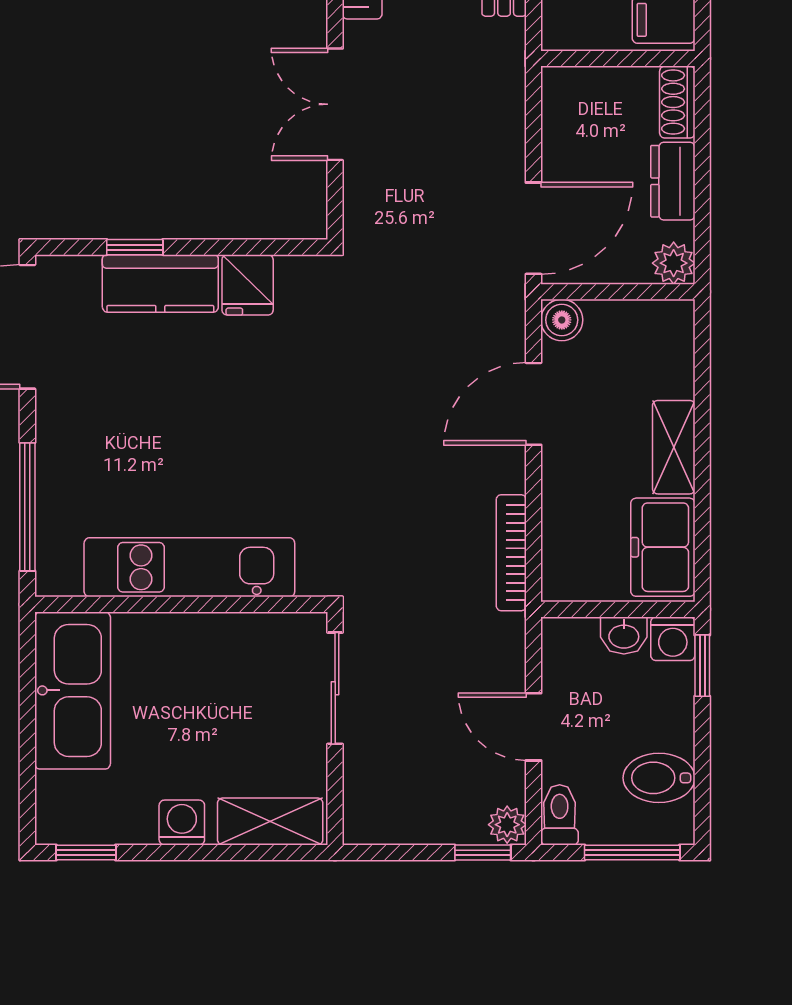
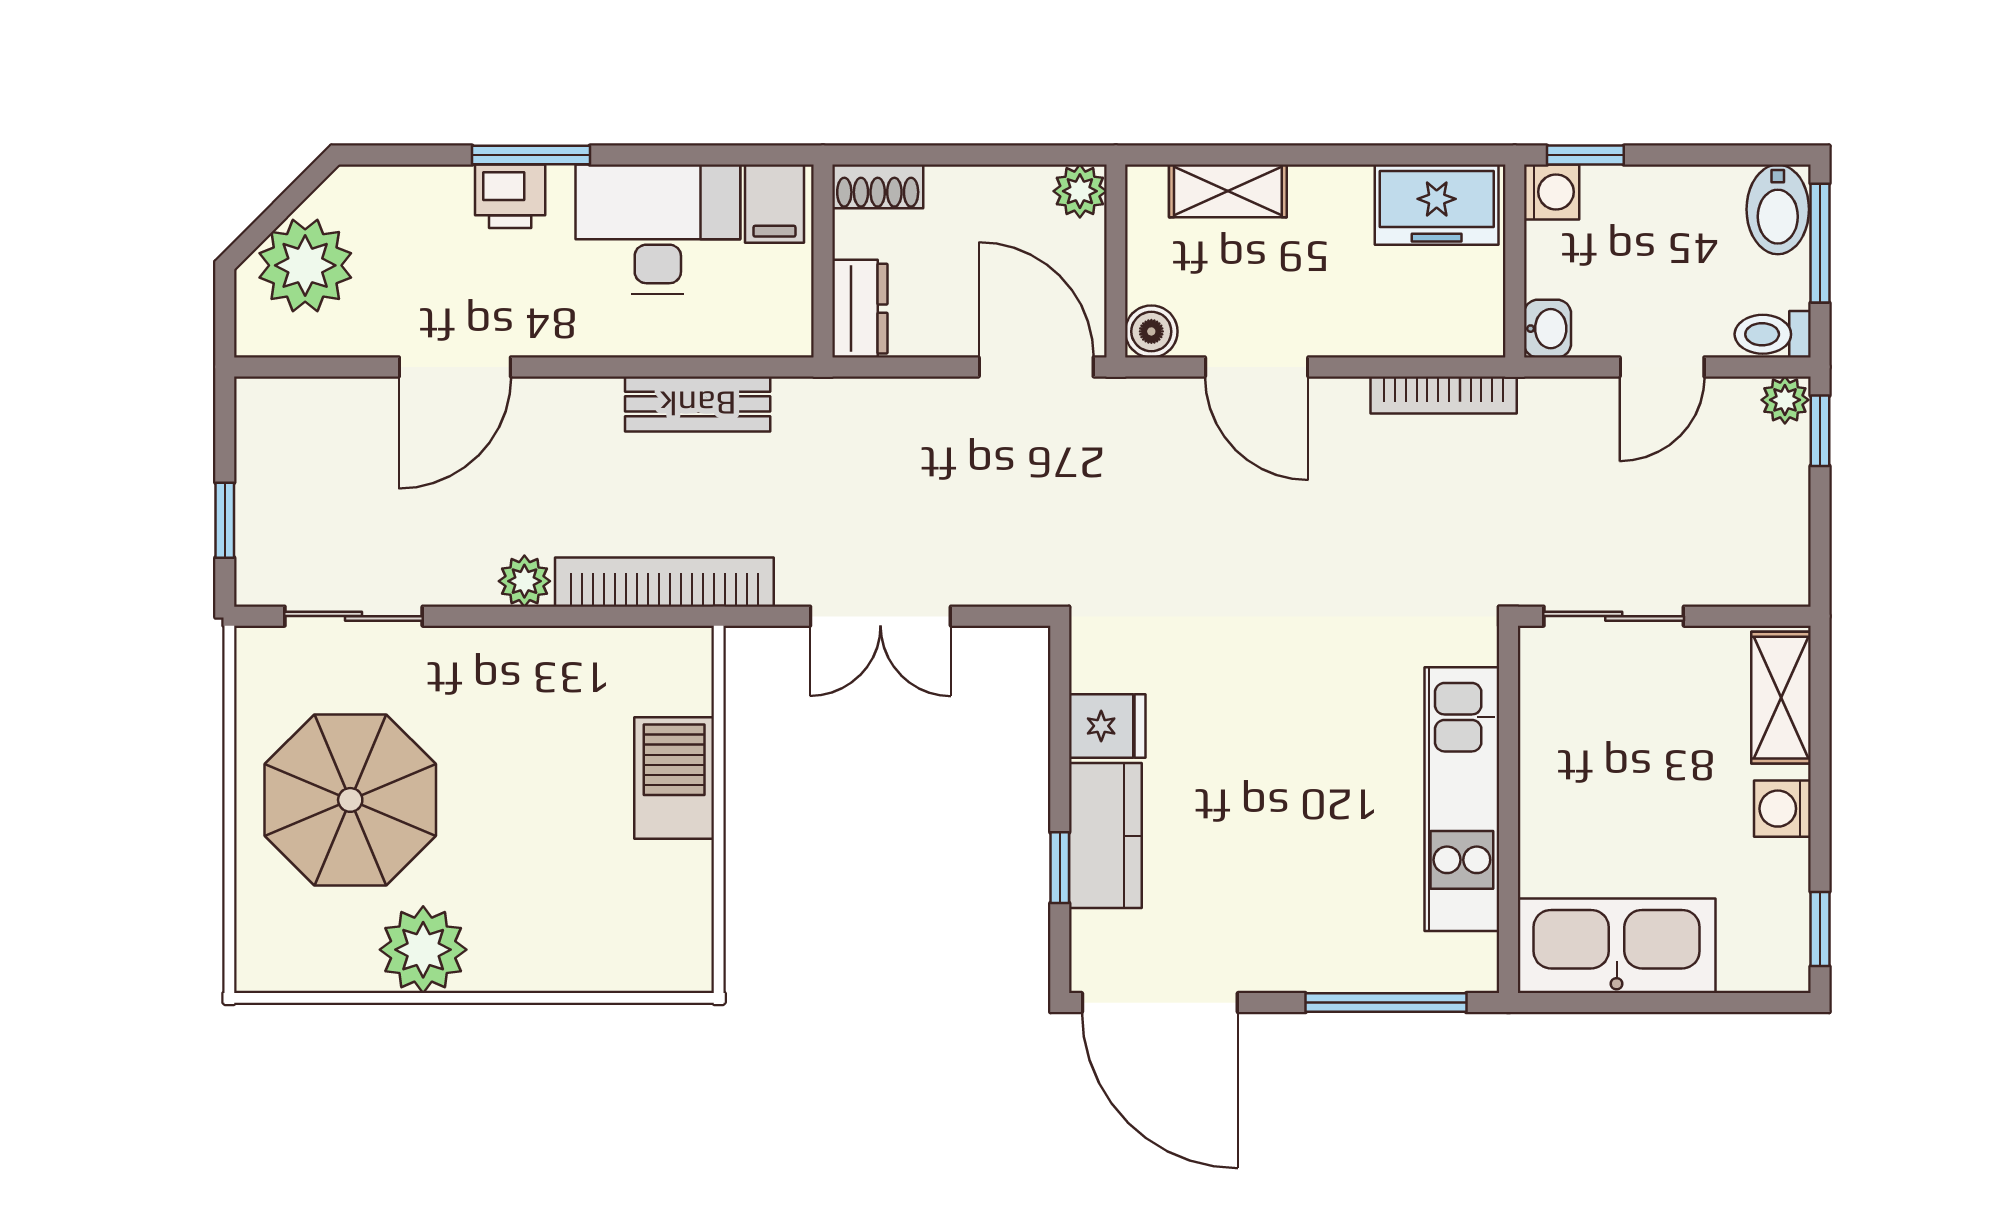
dresser: (673, 181) -> (860, 309), moved, turned -90
shelving: (674, 447) -> (1228, 191), moved
washbasin: (624, 635) -> (1547, 329), moved
bidet: (659, 778) -> (1778, 209), moved

